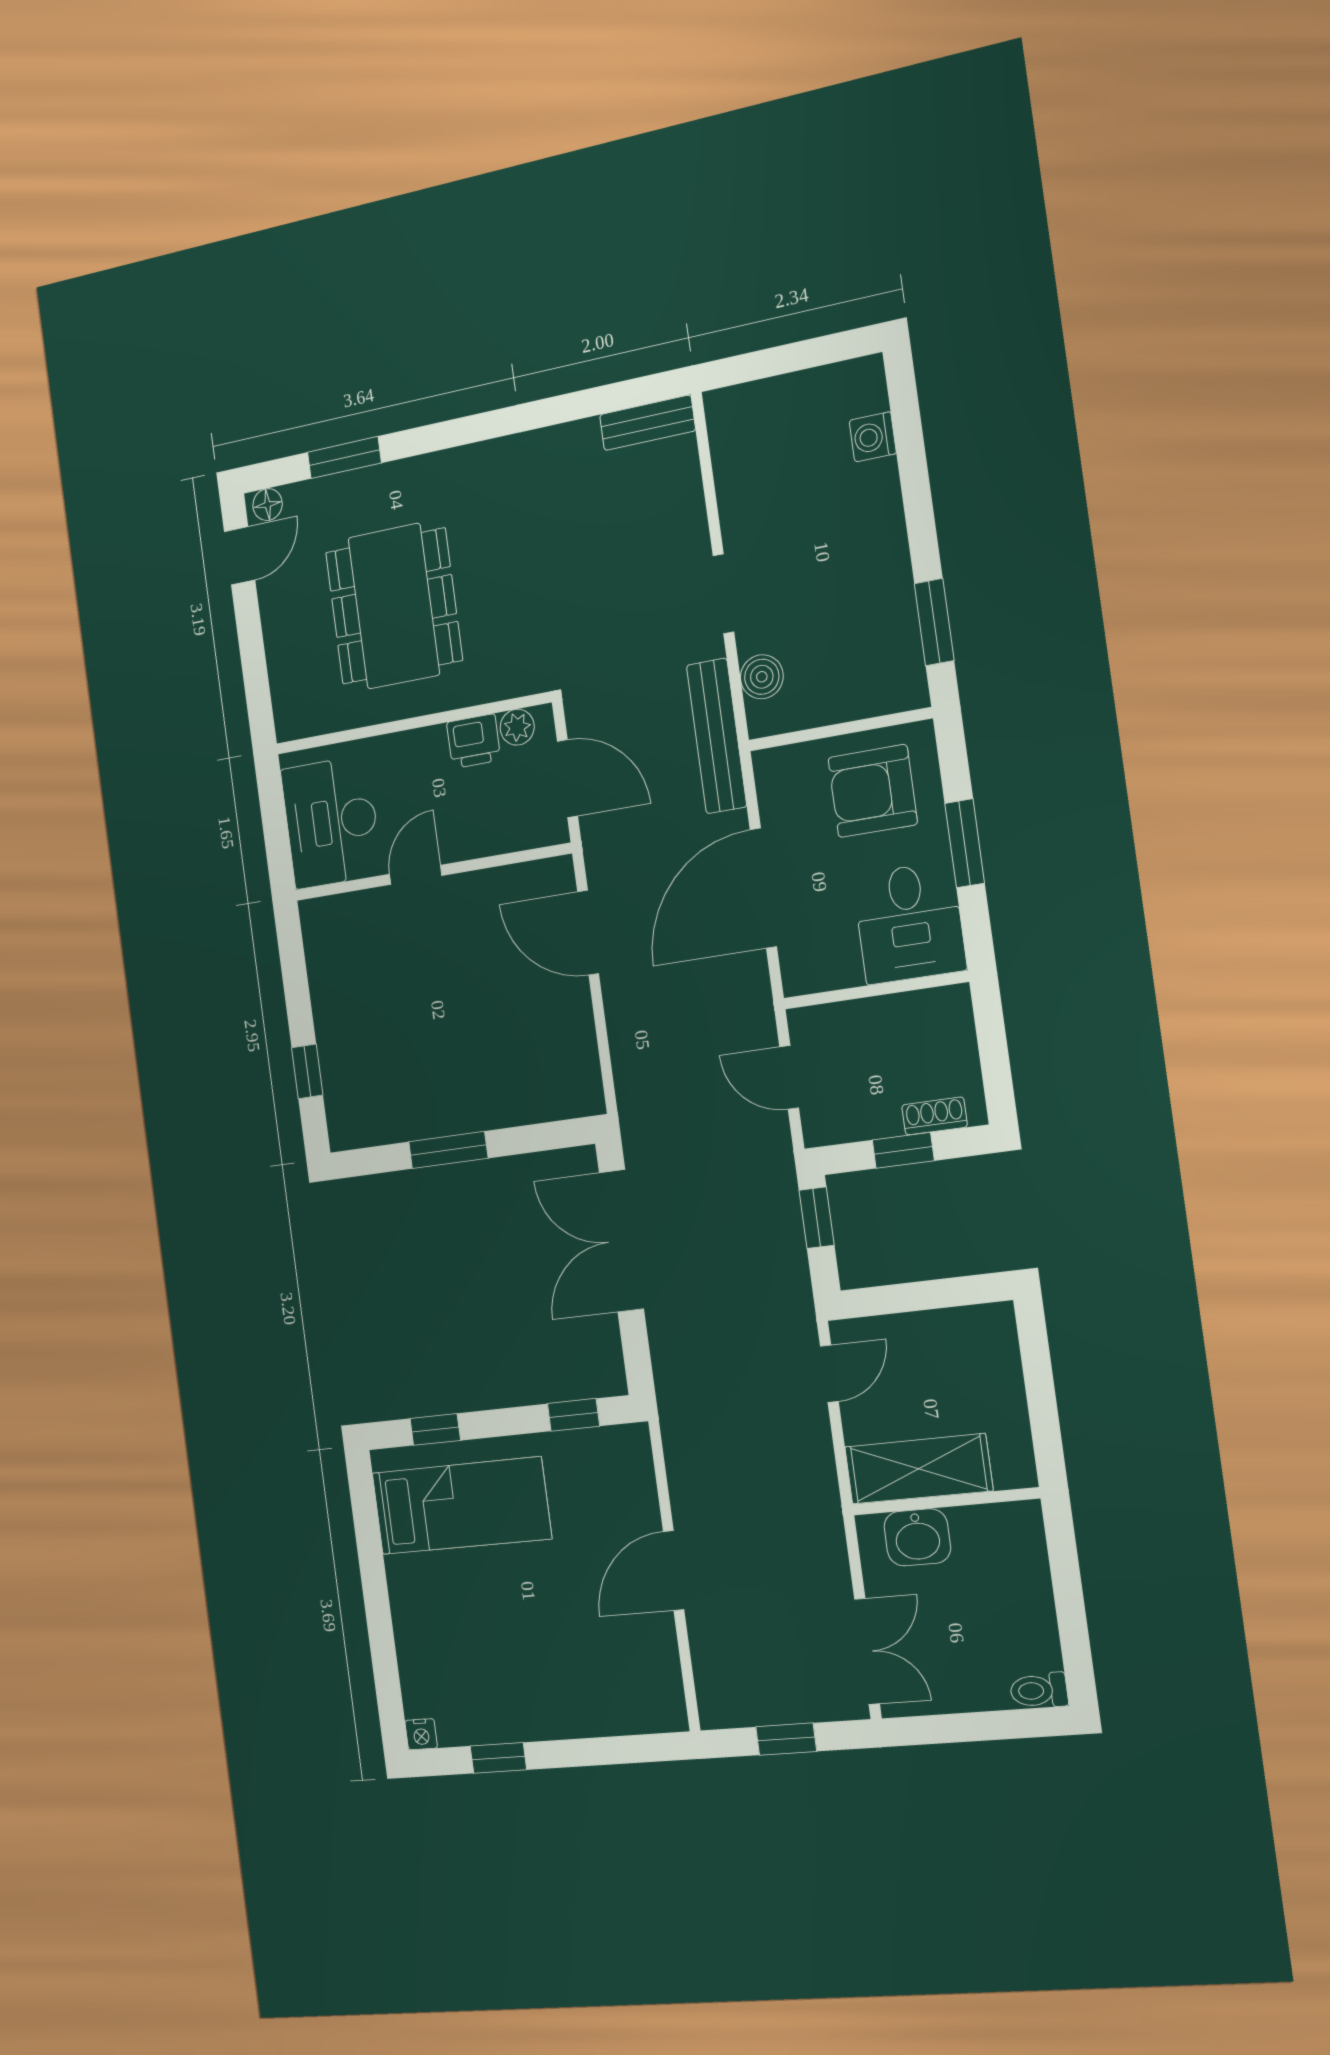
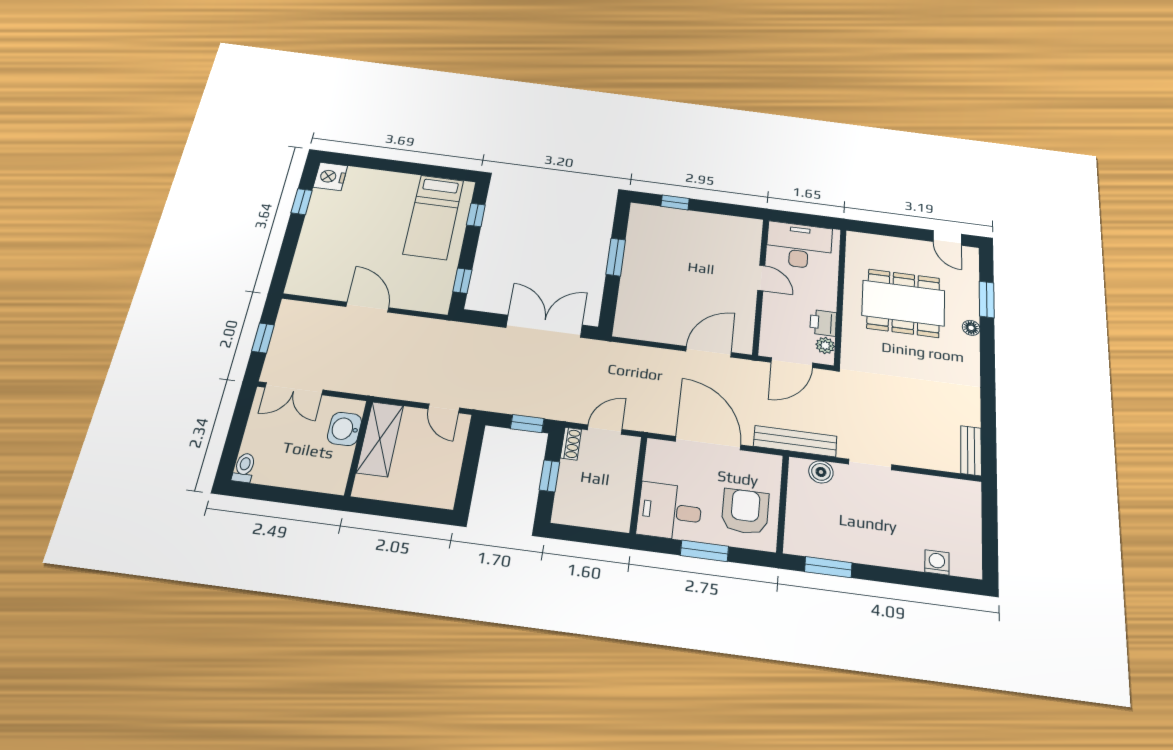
floor lamp: (268, 505) -> (971, 328), moved
shoe rack: (935, 1116) -> (571, 444), moved
nightstand: (421, 1734) -> (330, 176), width x1.89, depth x1.79

